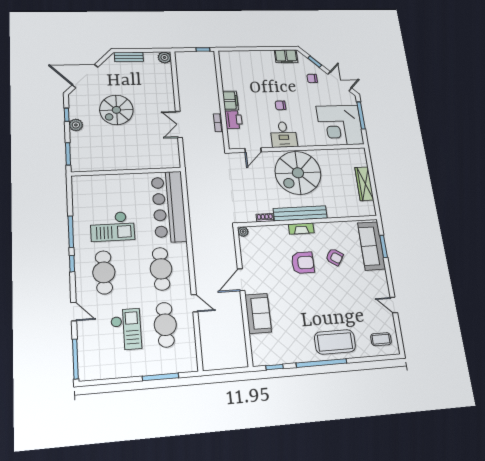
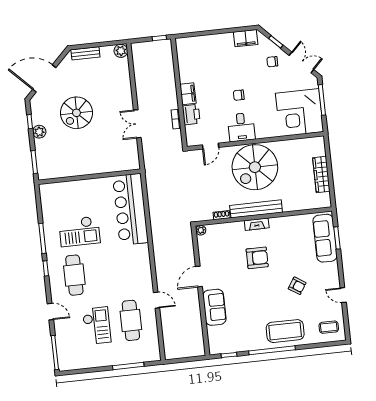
armchair: (335, 257) -> (297, 286), moved
cafe table: (161, 269) -> (125, 270), removed

